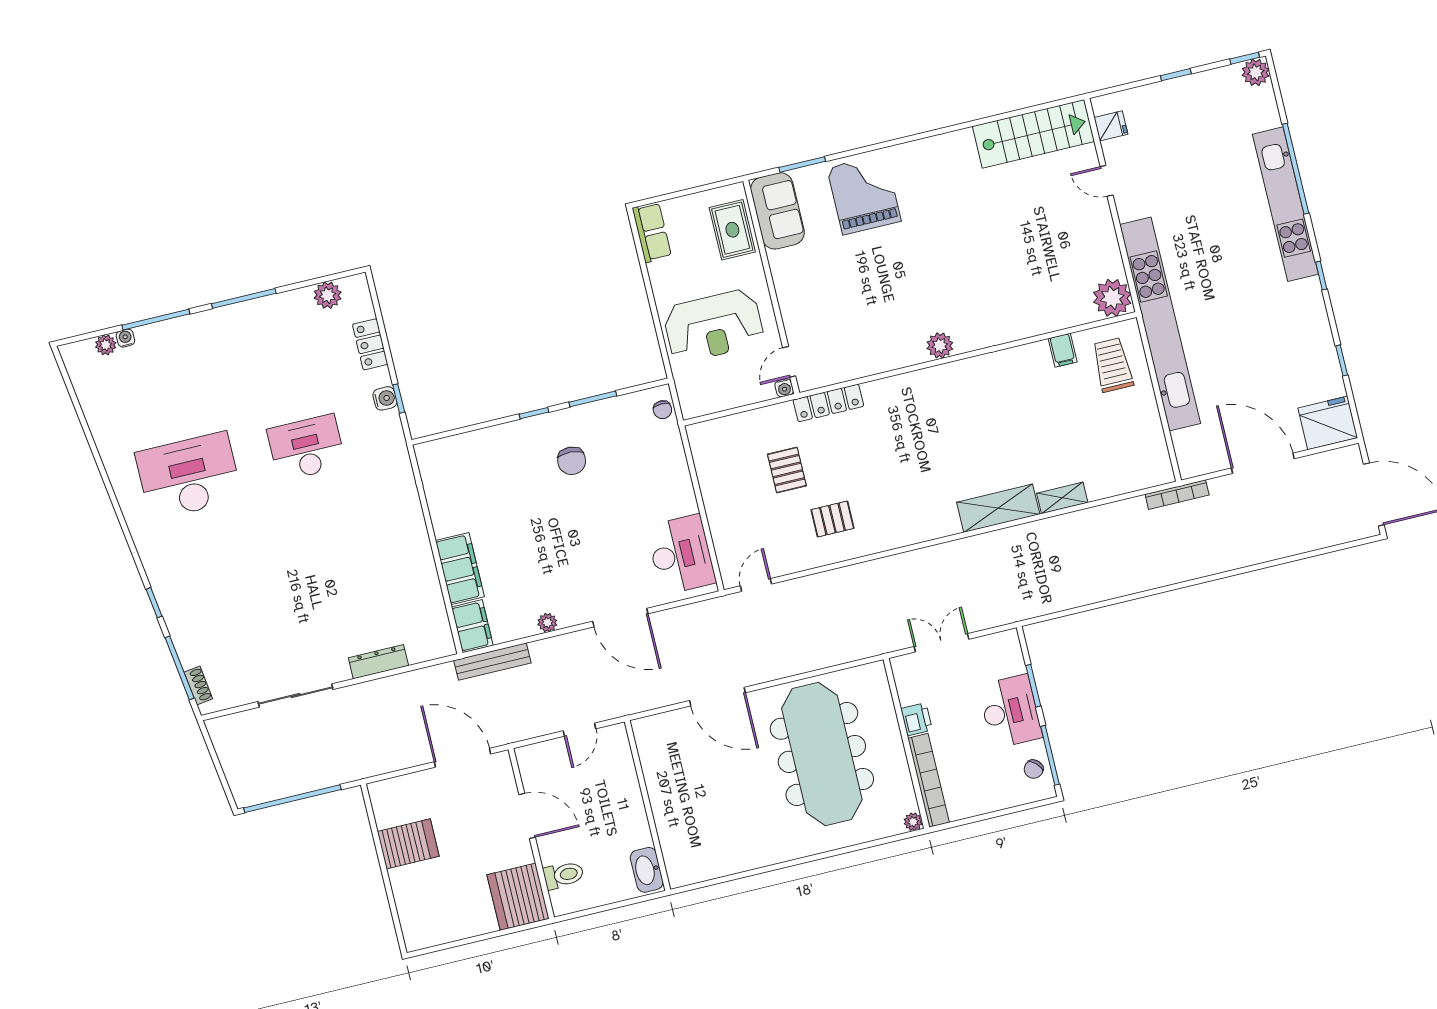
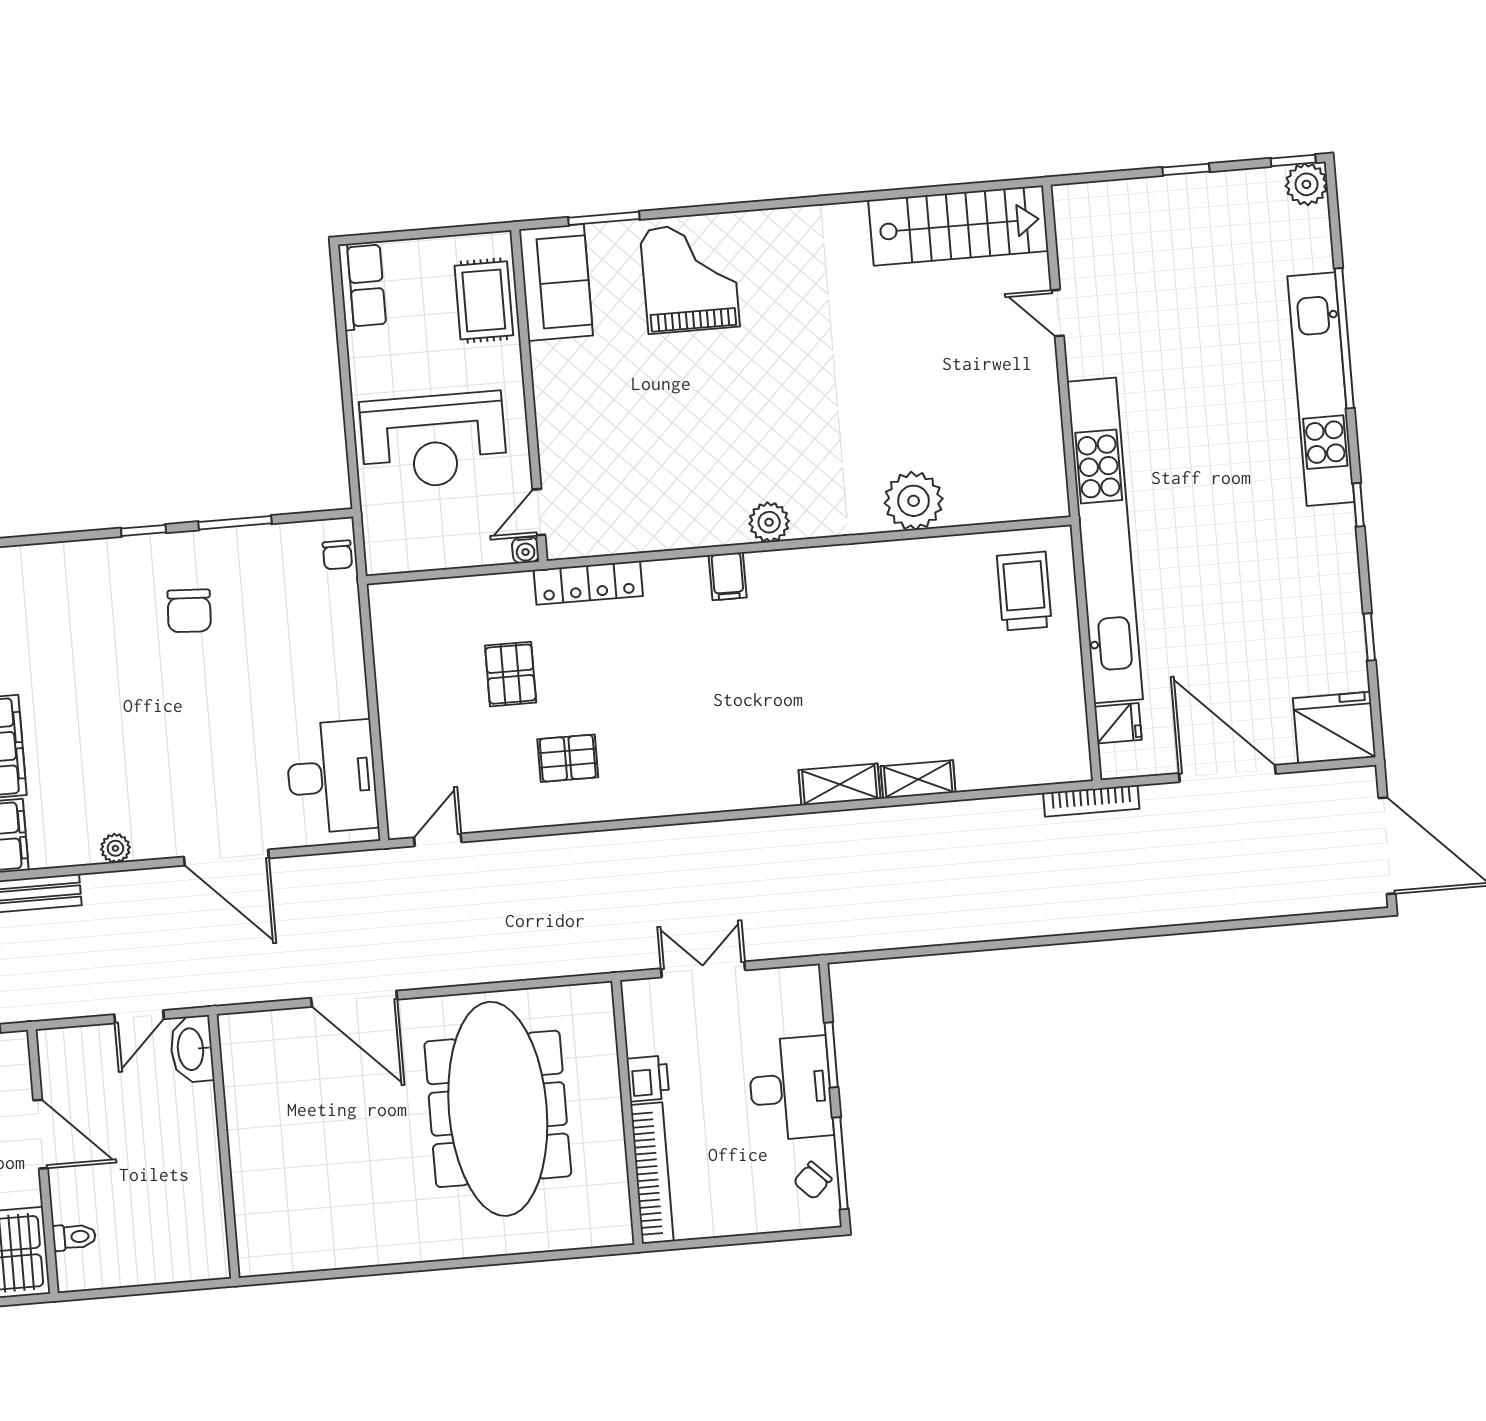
fridge: (1111, 126) -> (1118, 723), moved
plant: (1112, 298) -> (914, 501), moved
filing cabinet: (1063, 350) -> (728, 576), moved
shelving: (998, 508) -> (840, 784), width x0.67, depth x0.75
plant: (913, 822) -> (619, 1232), removed
washbasin: (647, 870) -> (192, 1049), moved
toilet: (564, 875) -> (74, 1237), width x0.73, depth x0.72

